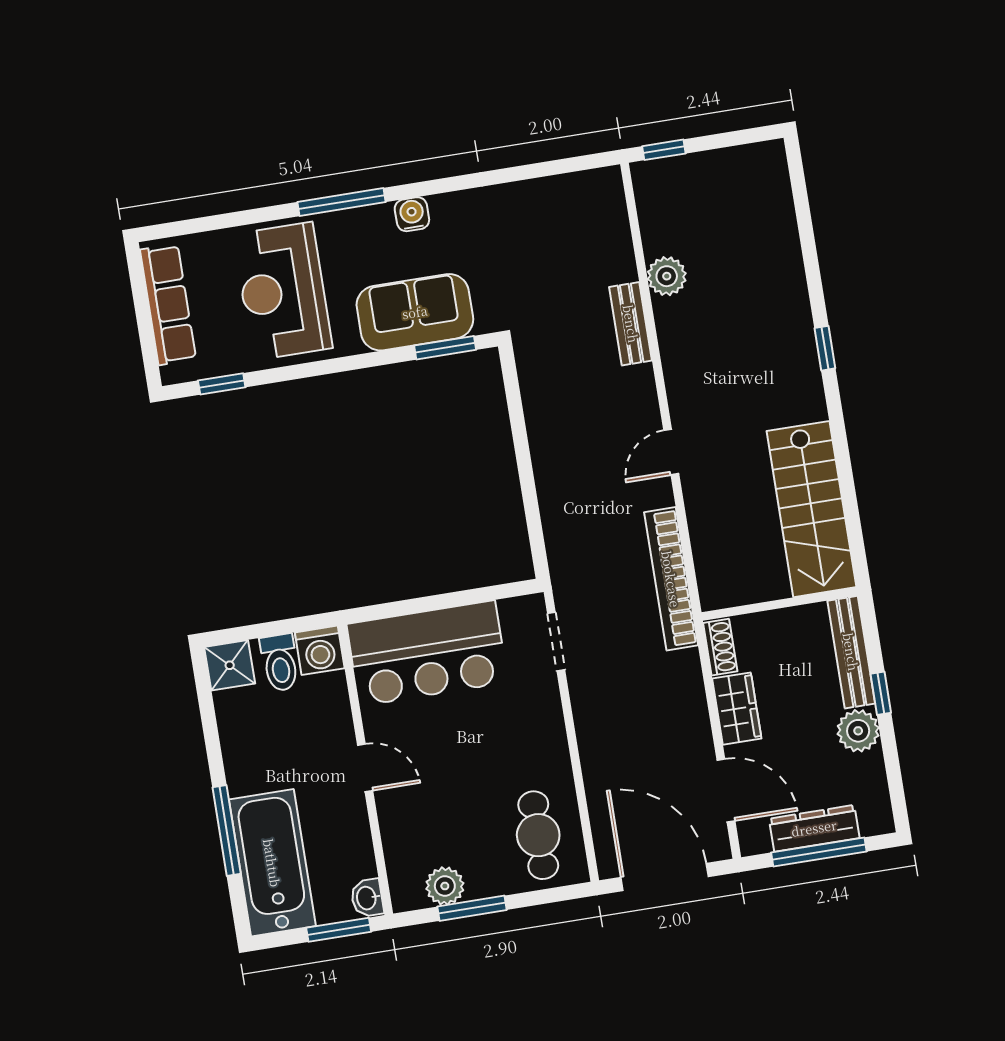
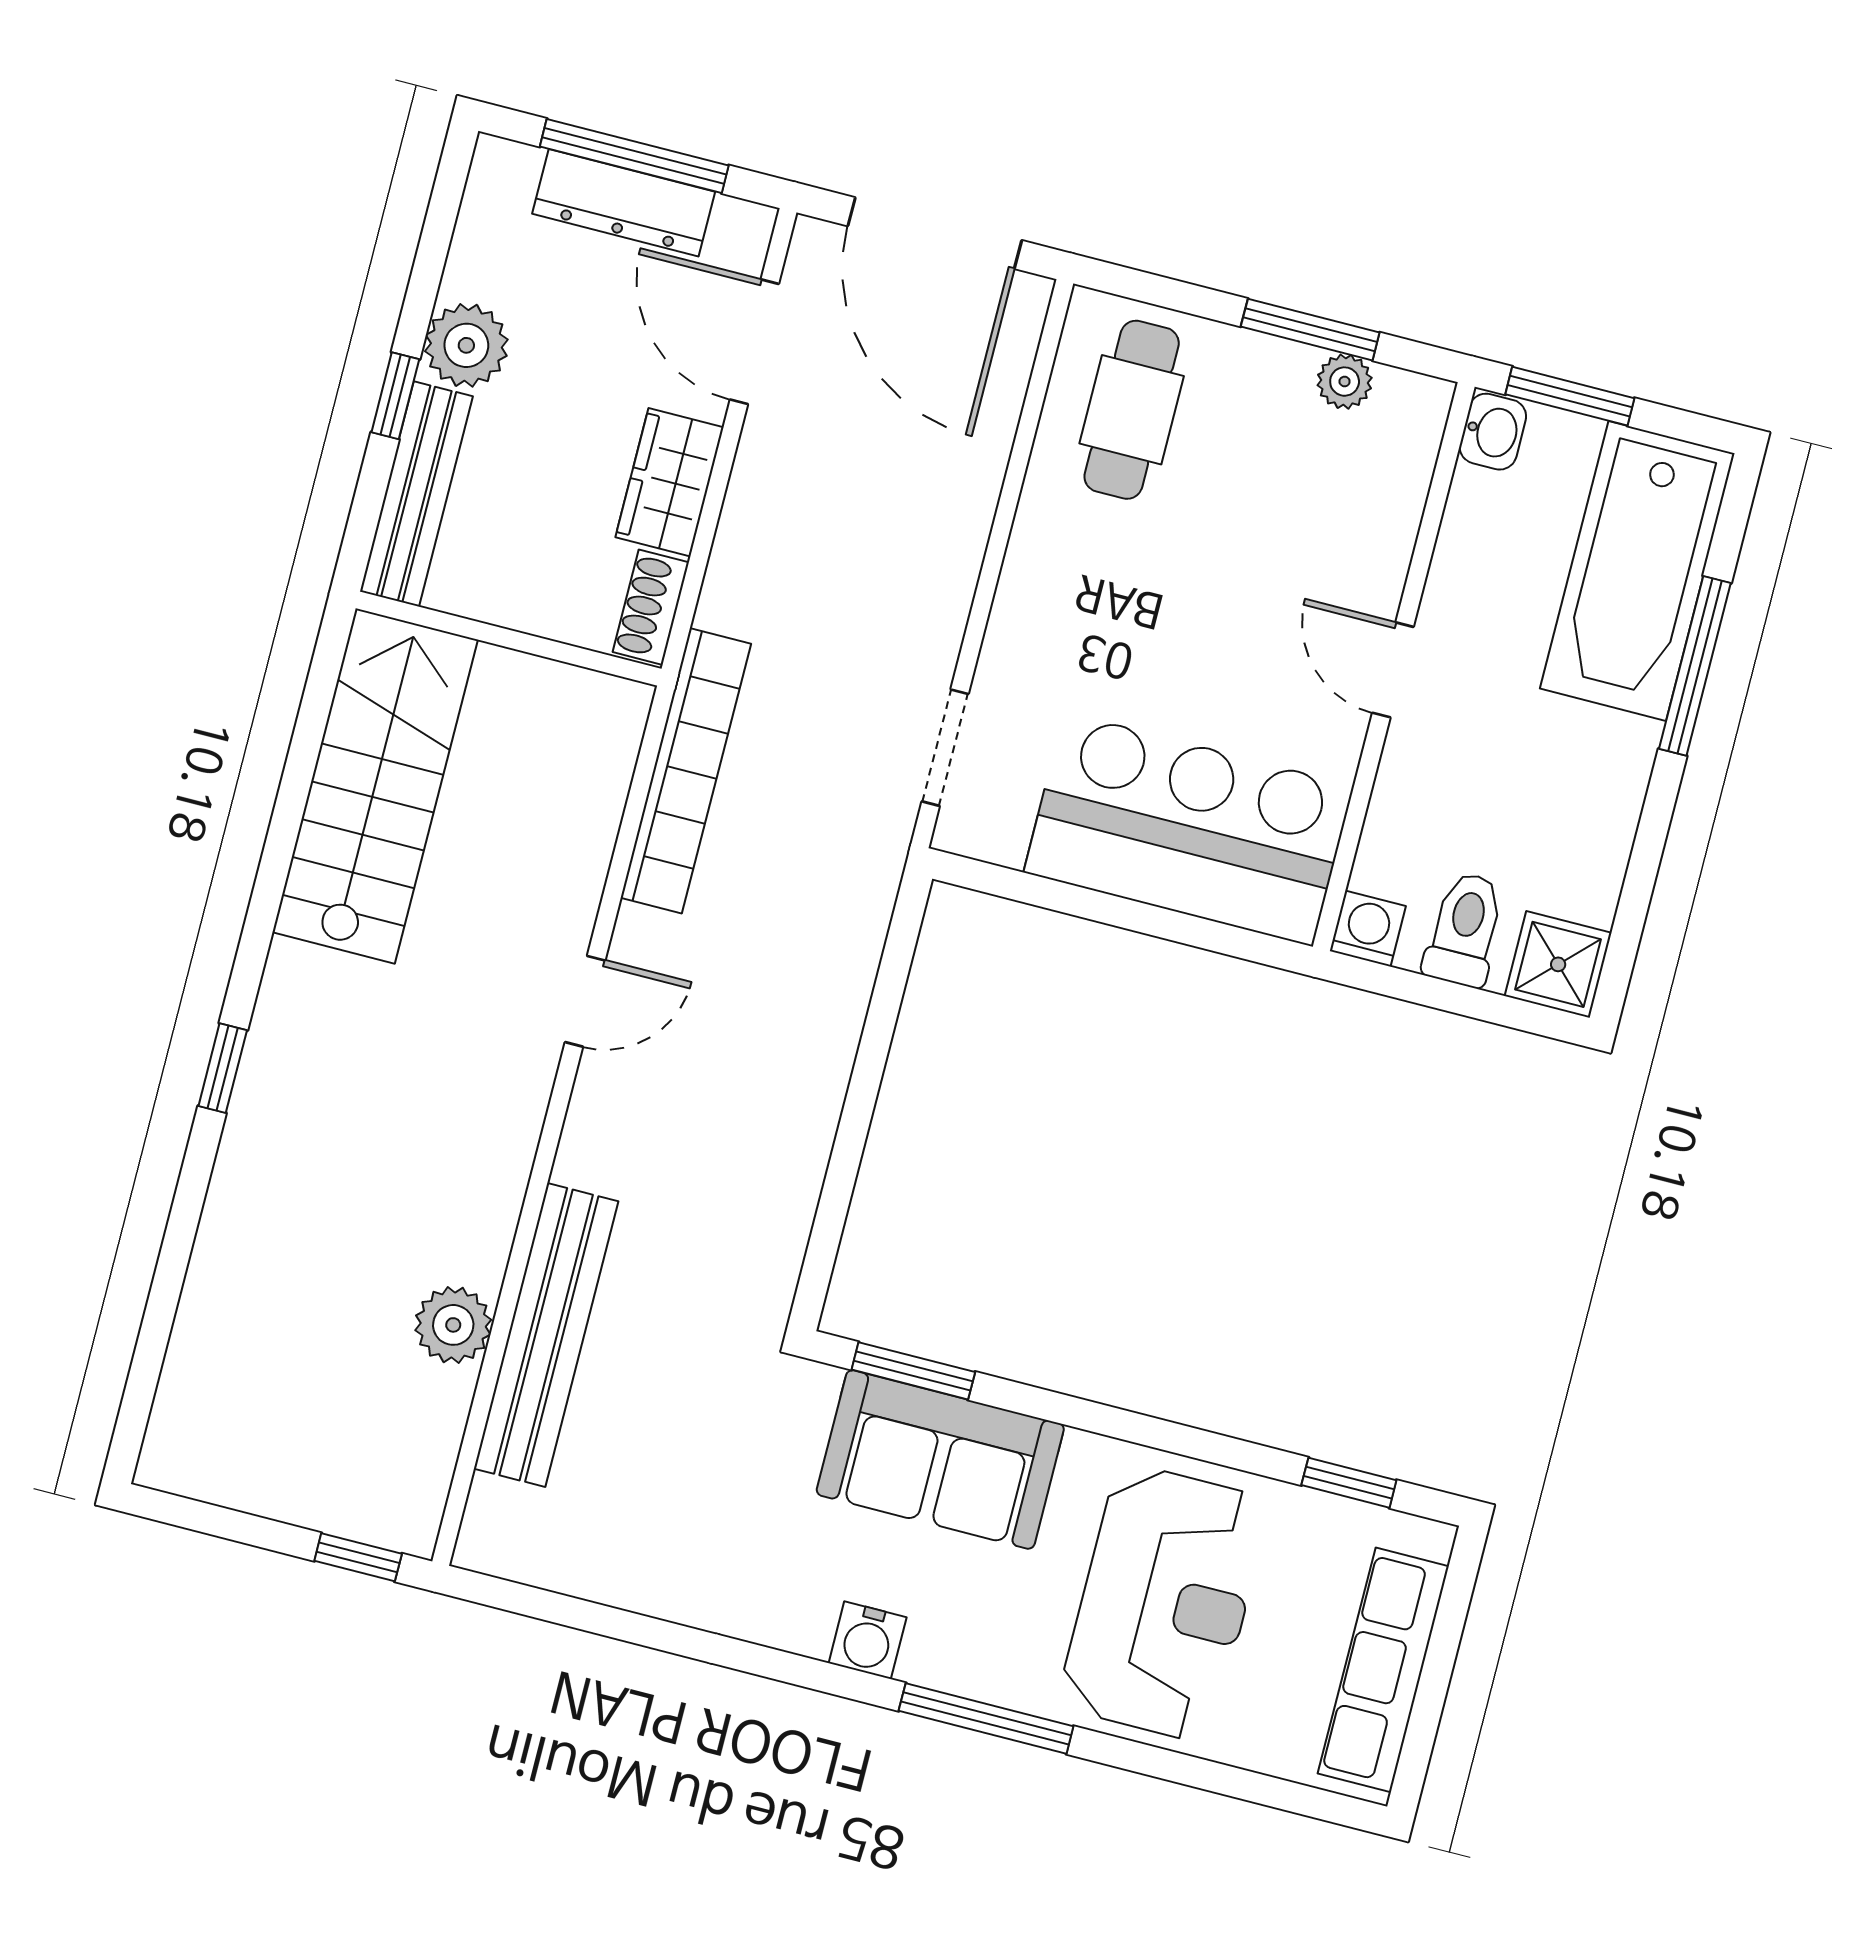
bench: (631, 324) -> (546, 1335), width x1.86, depth x1.21
washing machine: (320, 650) -> (1368, 929), width x0.73, depth x0.73
plant: (445, 886) -> (1345, 382), width x0.73, depth x0.73

